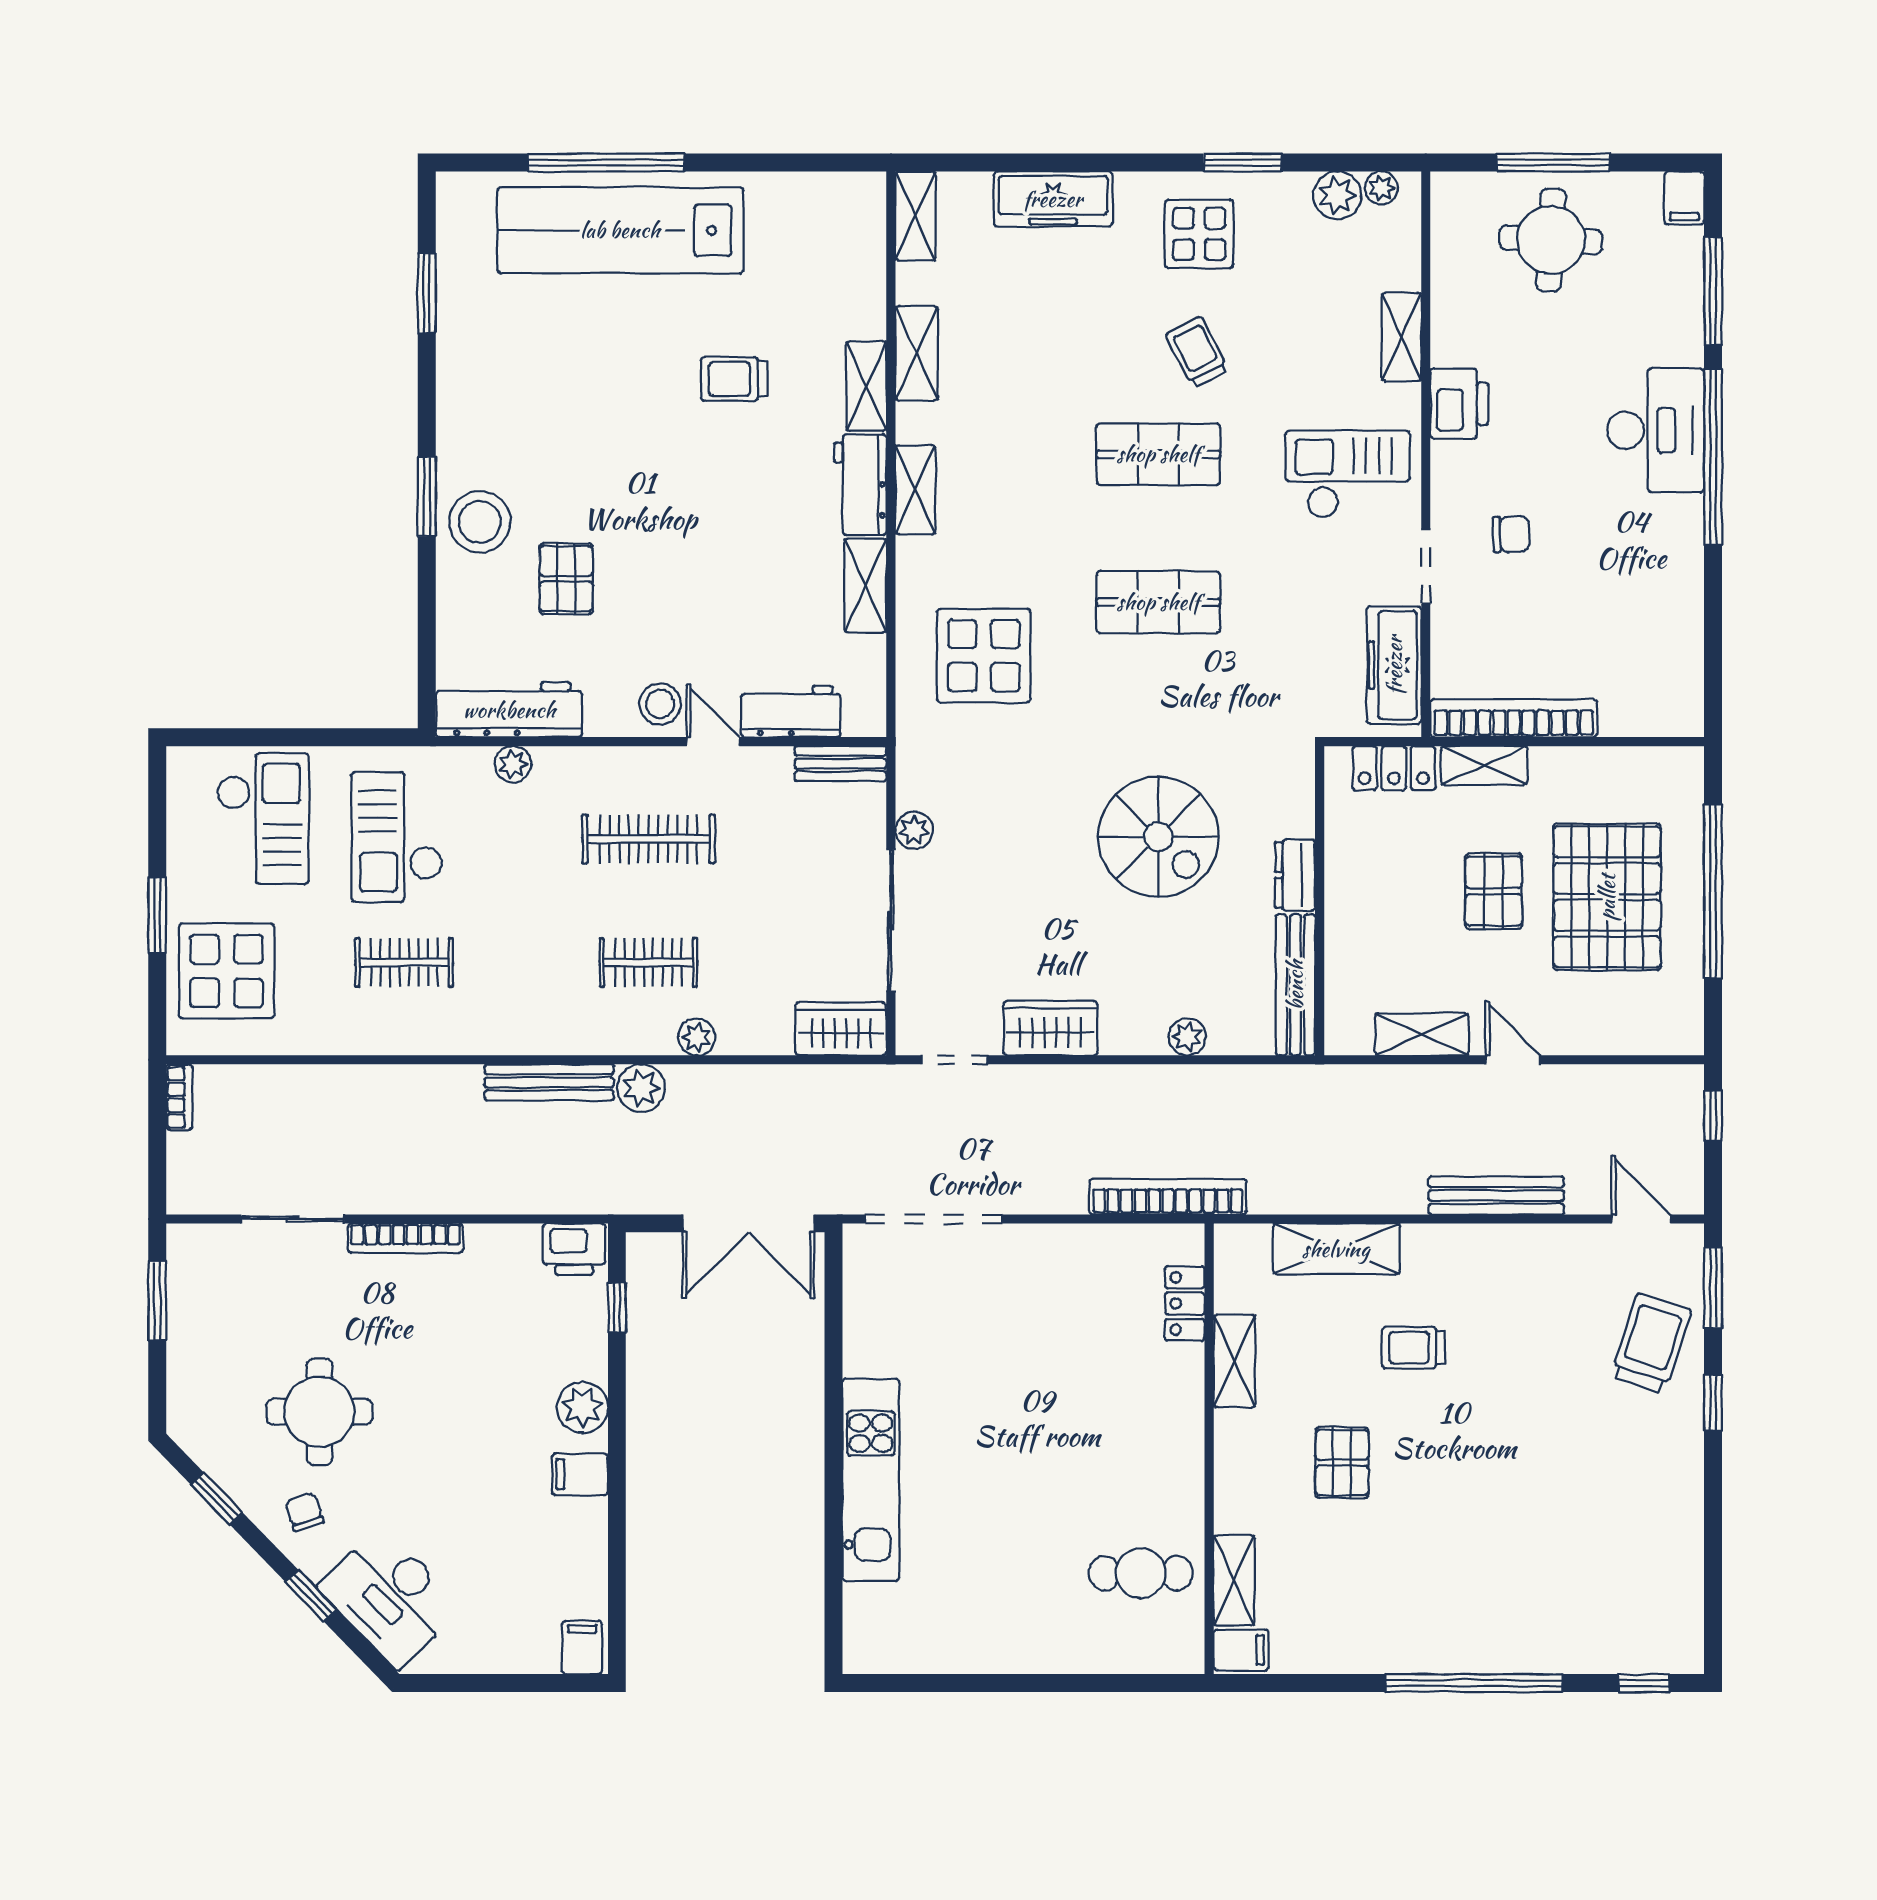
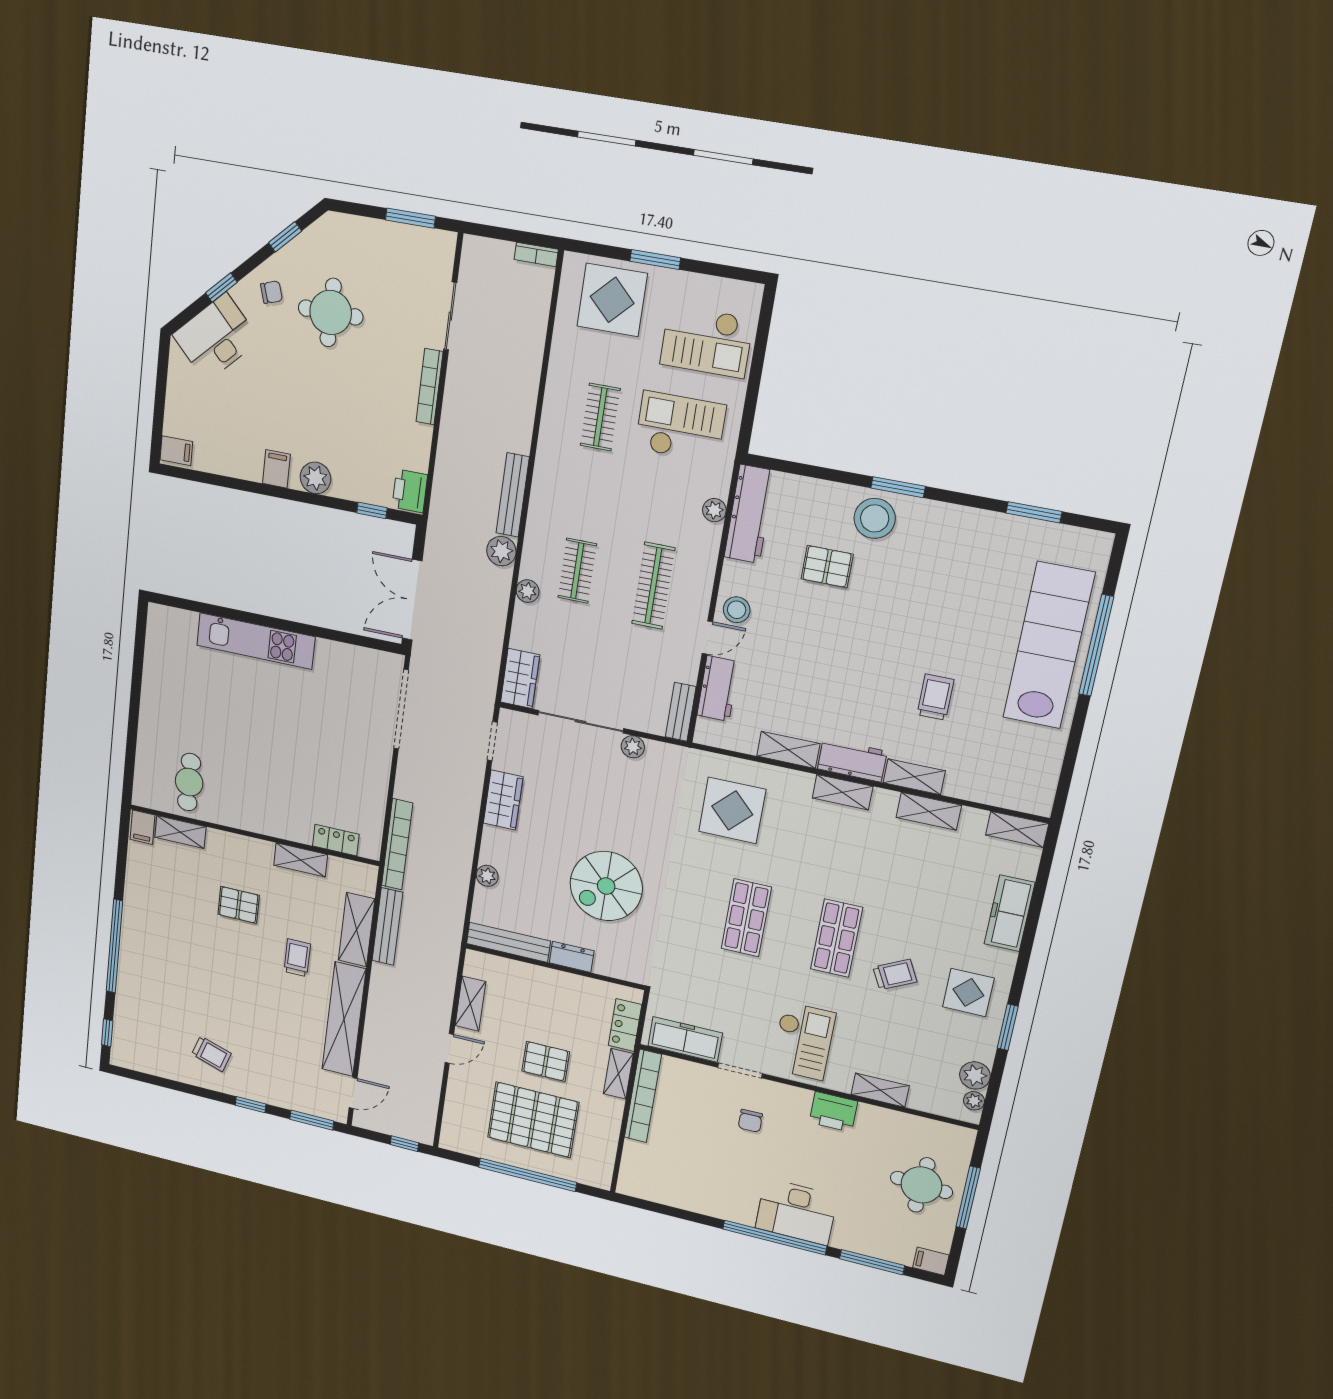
bench: (1496, 1196) -> (387, 927), moved
shelving: (1507, 1252) -> (344, 1019), added
trolley: (1651, 1343) -> (211, 1054), moved, width x0.73, depth x0.72

